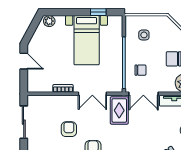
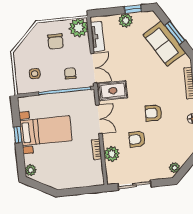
window: (98, 12) -> (18, 135), moved
door: (24, 61) -> (73, 191), removed
plant: (57, 103) -> (112, 154), added

